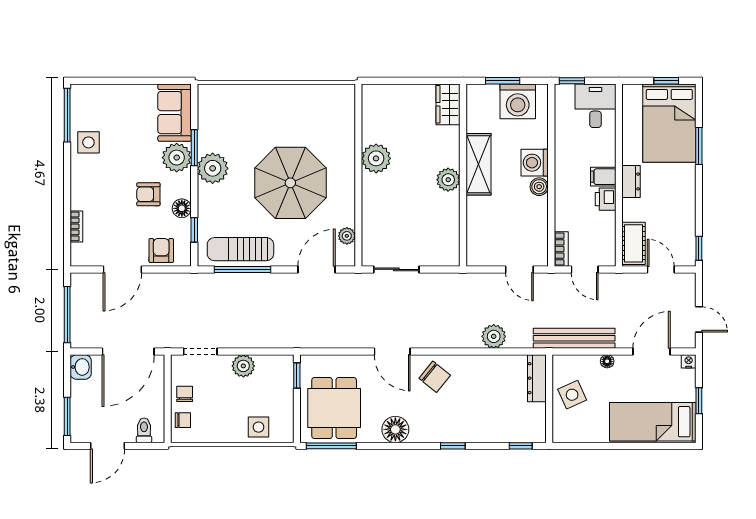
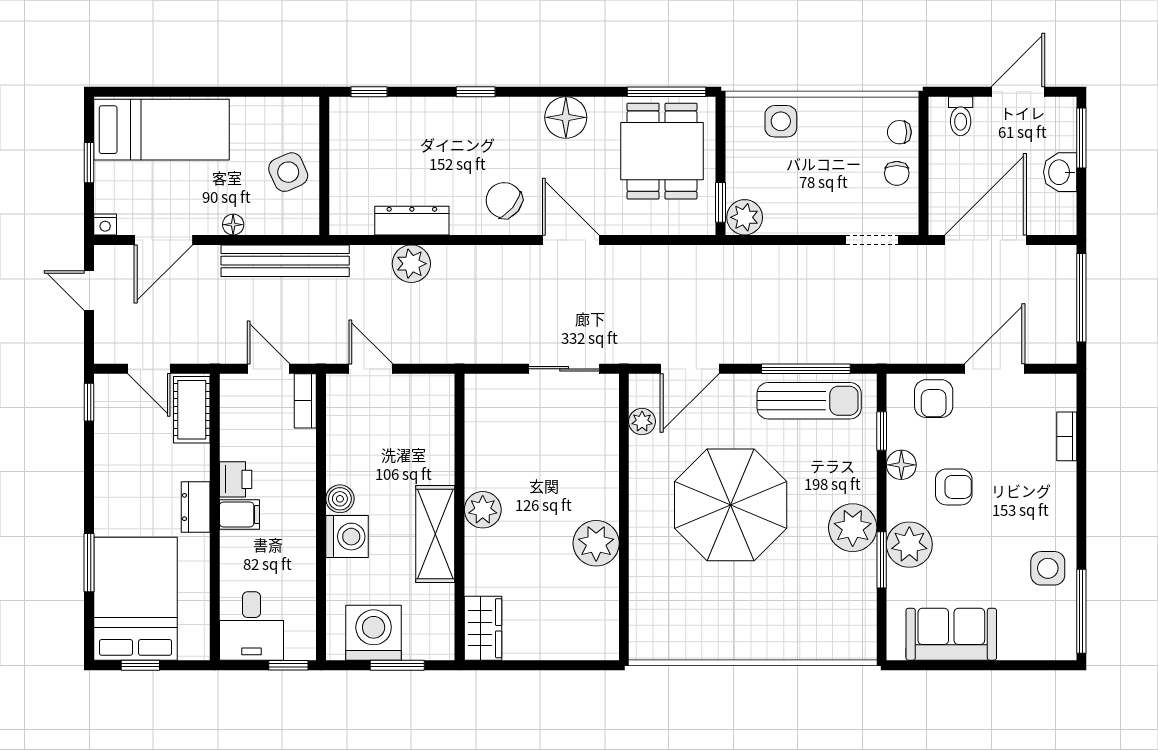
sofa: (175, 113) -> (951, 634), moved, turned -90
plant: (243, 366) -> (745, 217), moved
washbasin: (81, 367) -> (1060, 172), moved
dresser: (537, 378) -> (412, 221), moved, turned -90

